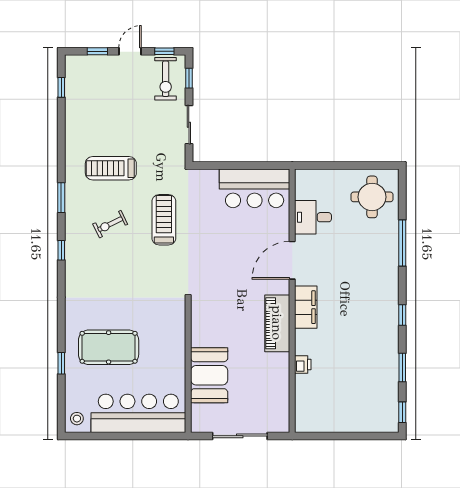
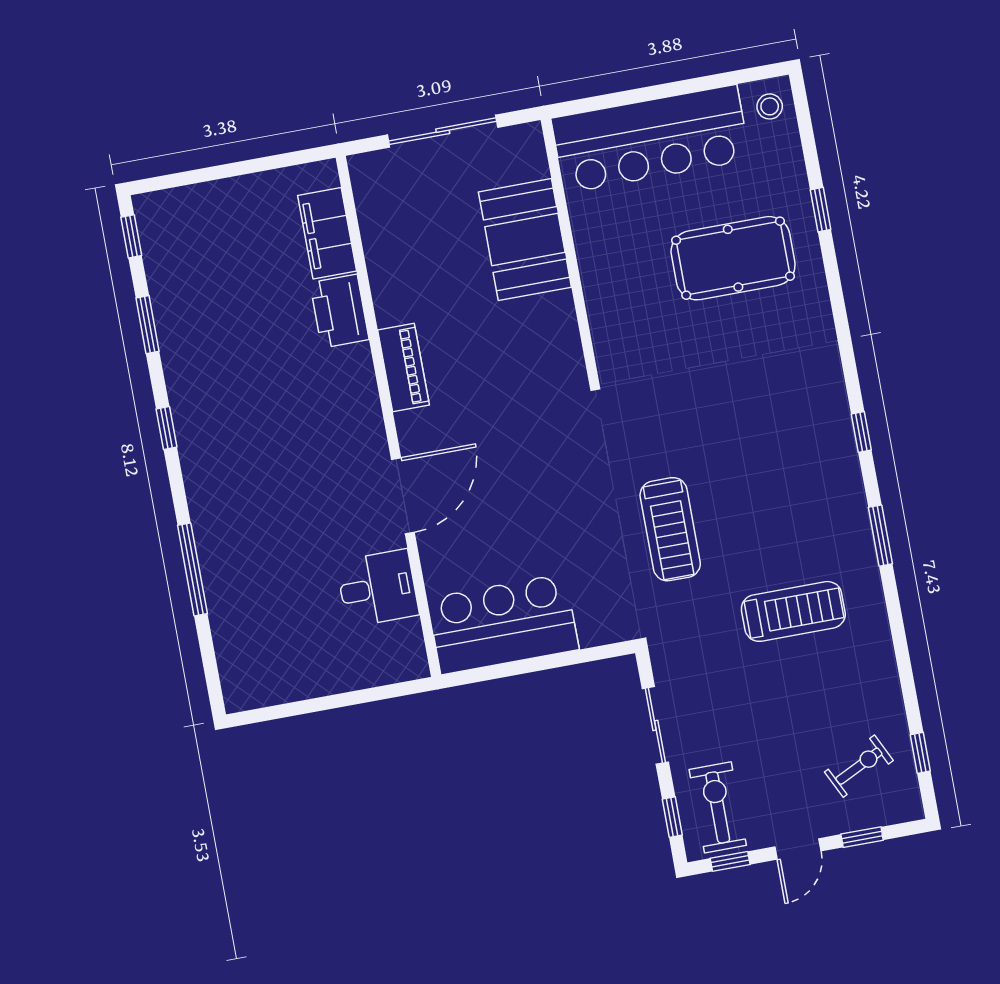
round table: (372, 197) -> (269, 649), removed
exercise bike: (110, 224) -> (859, 766), moved
filing cabinet: (306, 307) -> (327, 233), moved
piano: (277, 323) -> (403, 367), width x0.73, depth x0.75
printer: (303, 365) -> (339, 311), width x1.87, depth x1.48

